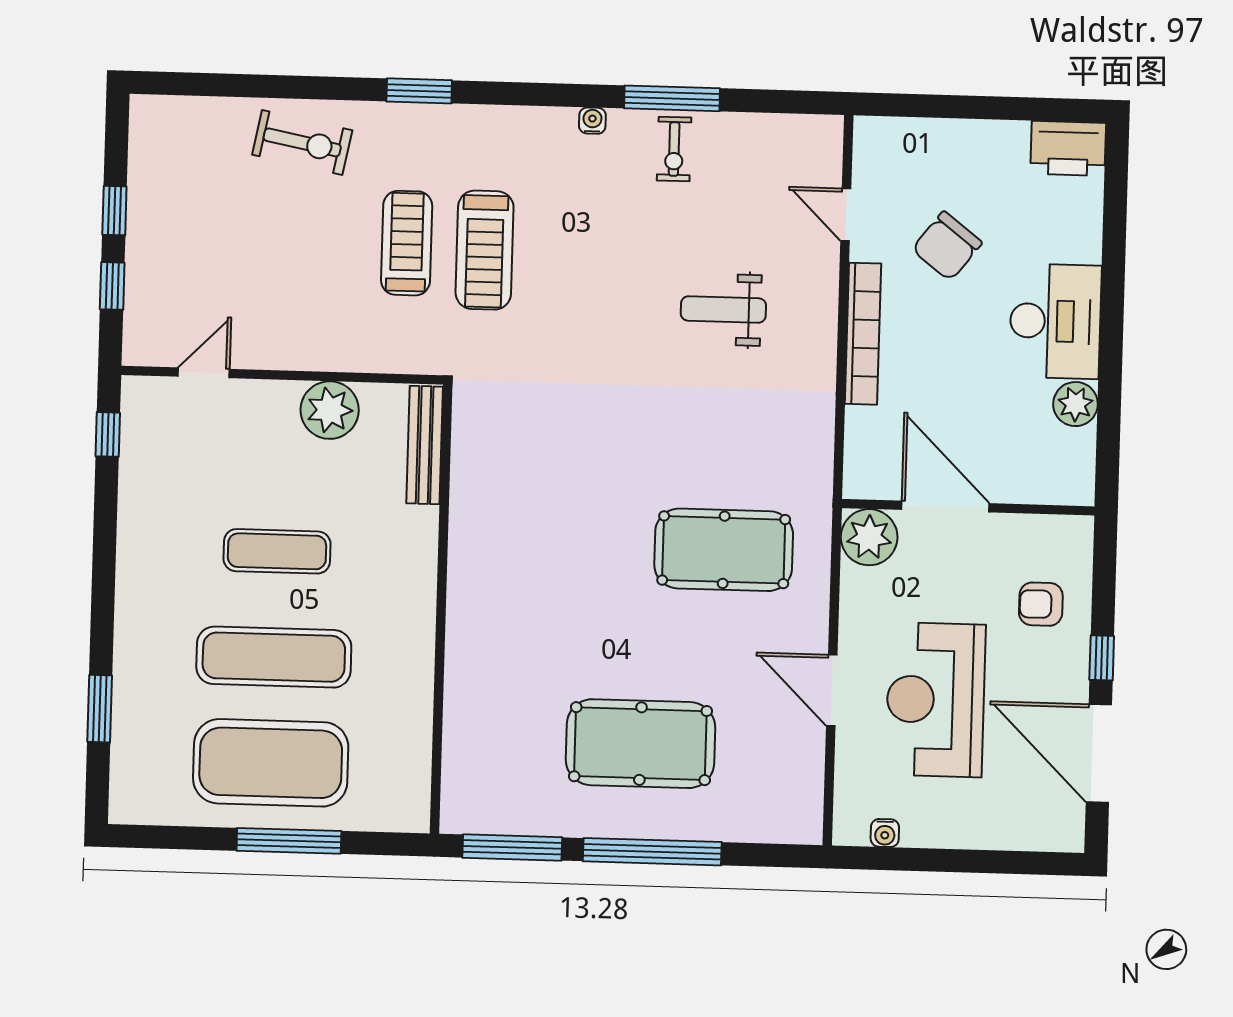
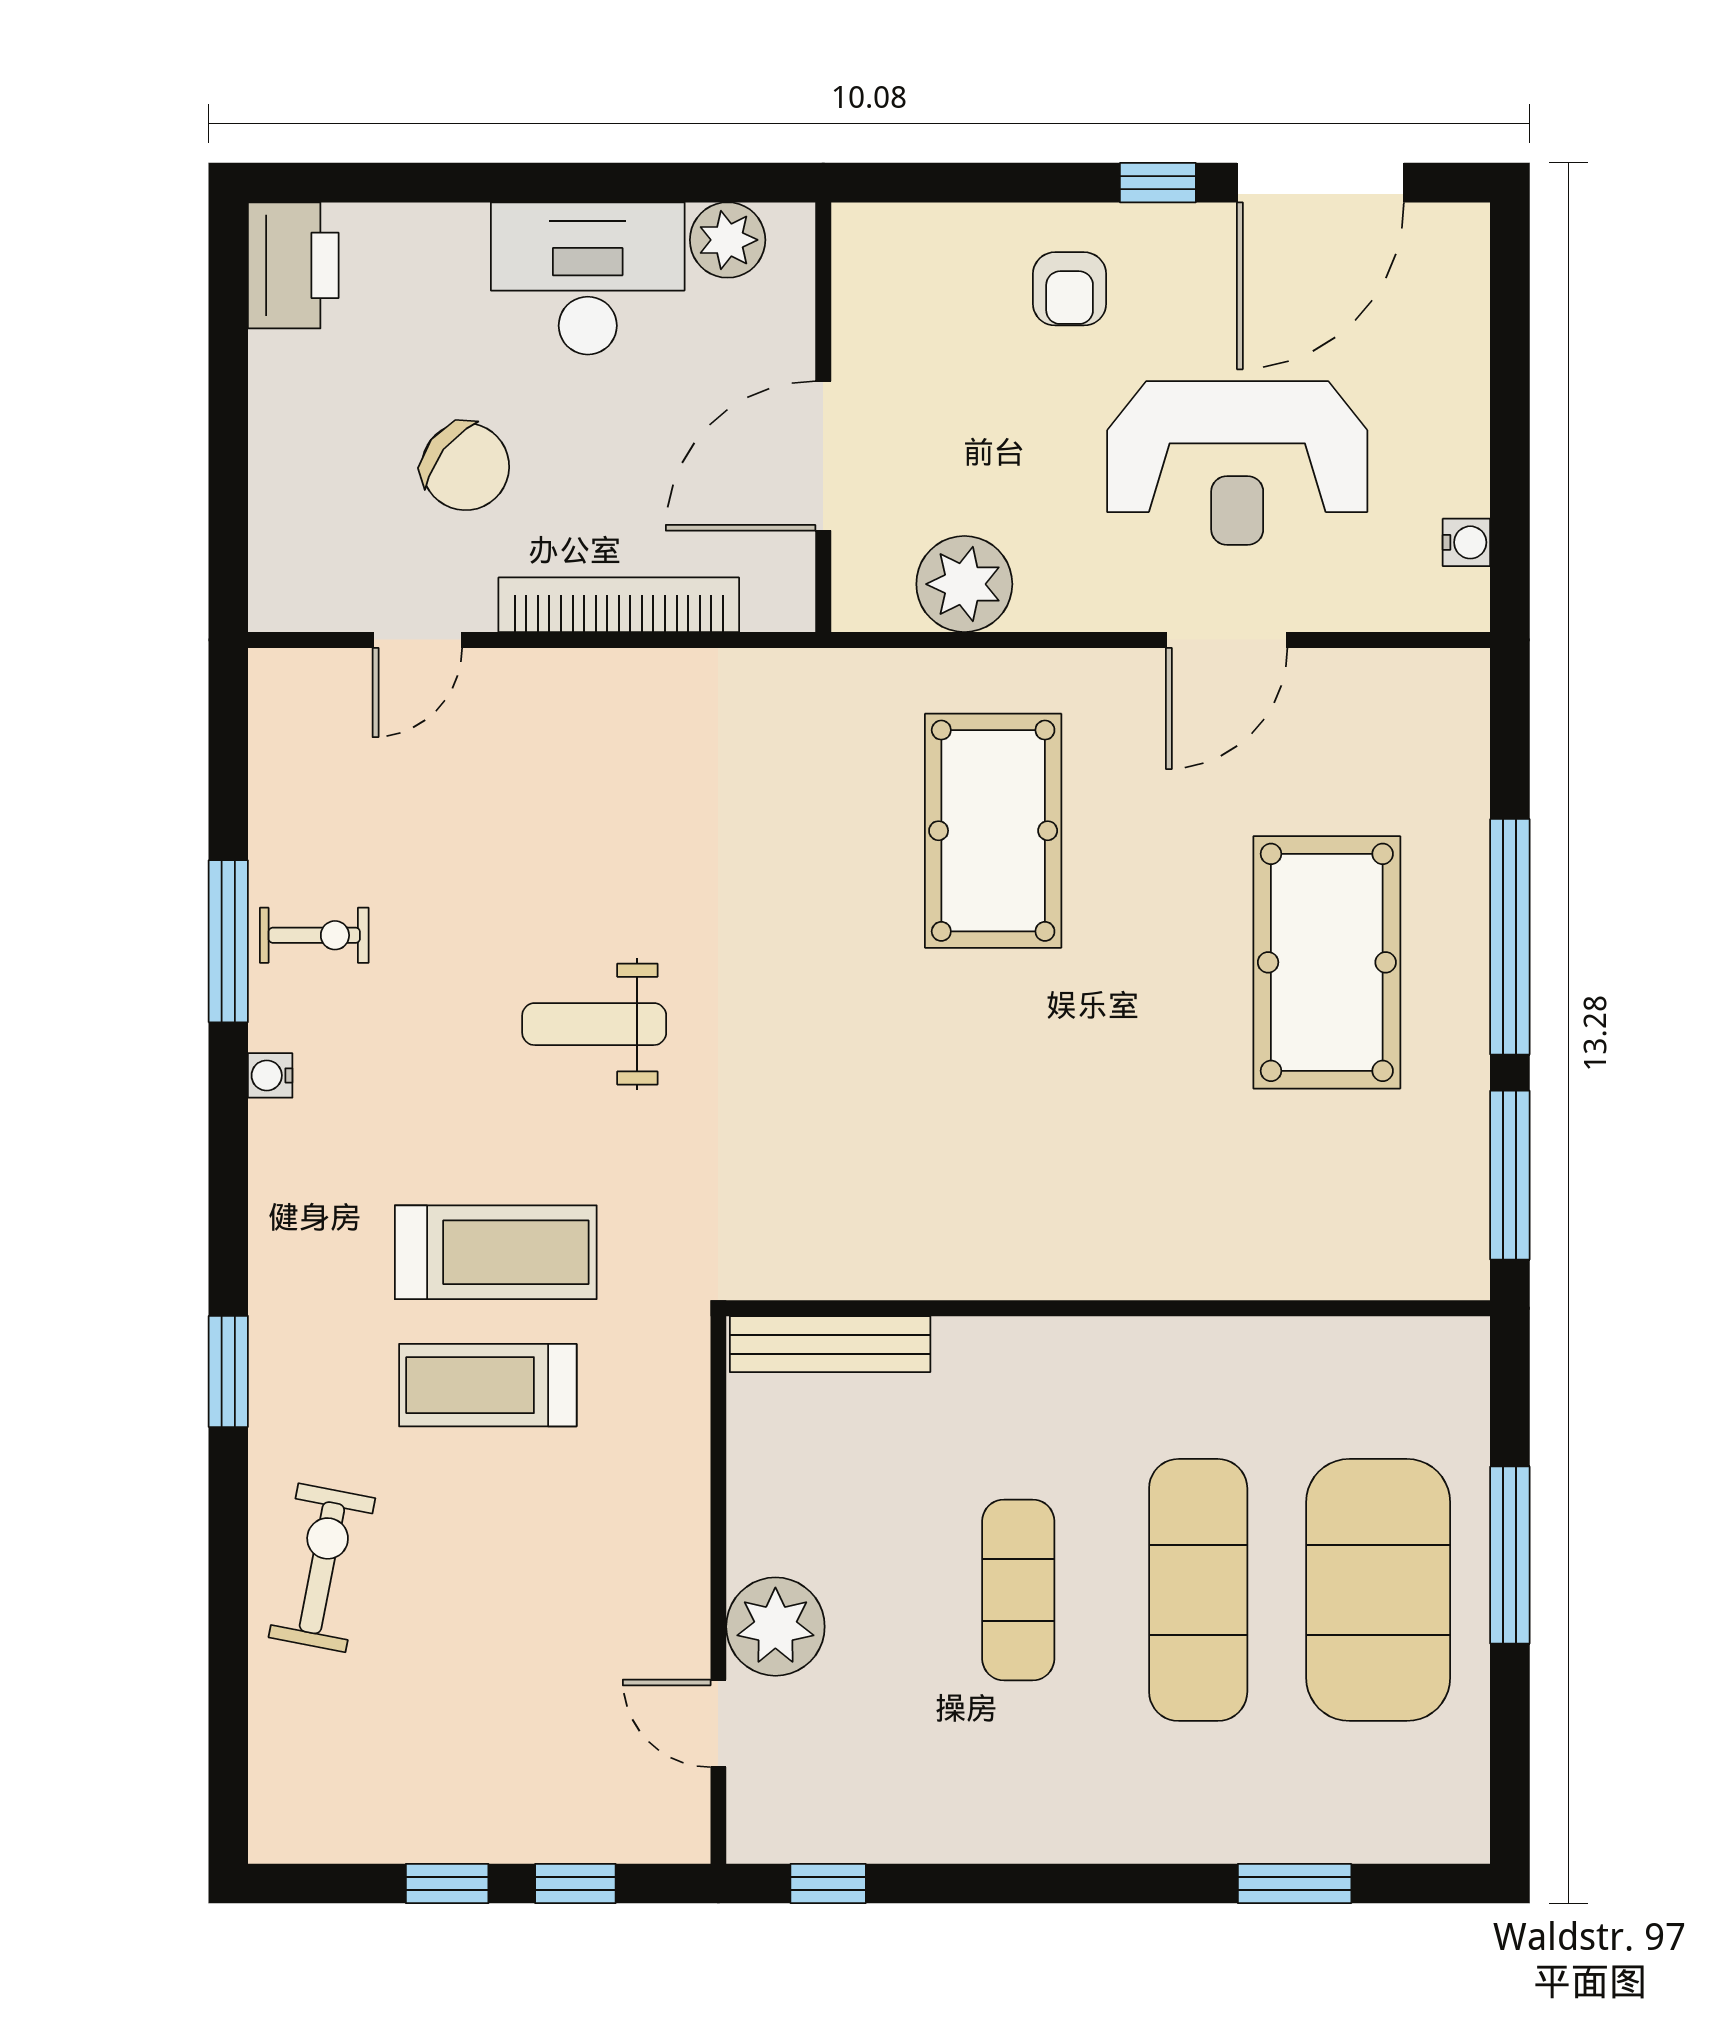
weight bench: (723, 309) -> (594, 1024), moved, turned 90
plant: (330, 410) -> (775, 1627), moved
door: (945, 507) -> (823, 456), moved
wall: (968, 507) -> (823, 417), moved

